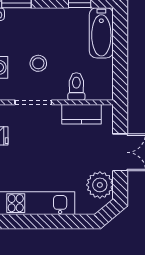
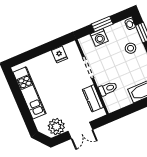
stool: (38, 63) -> (131, 48), moved

